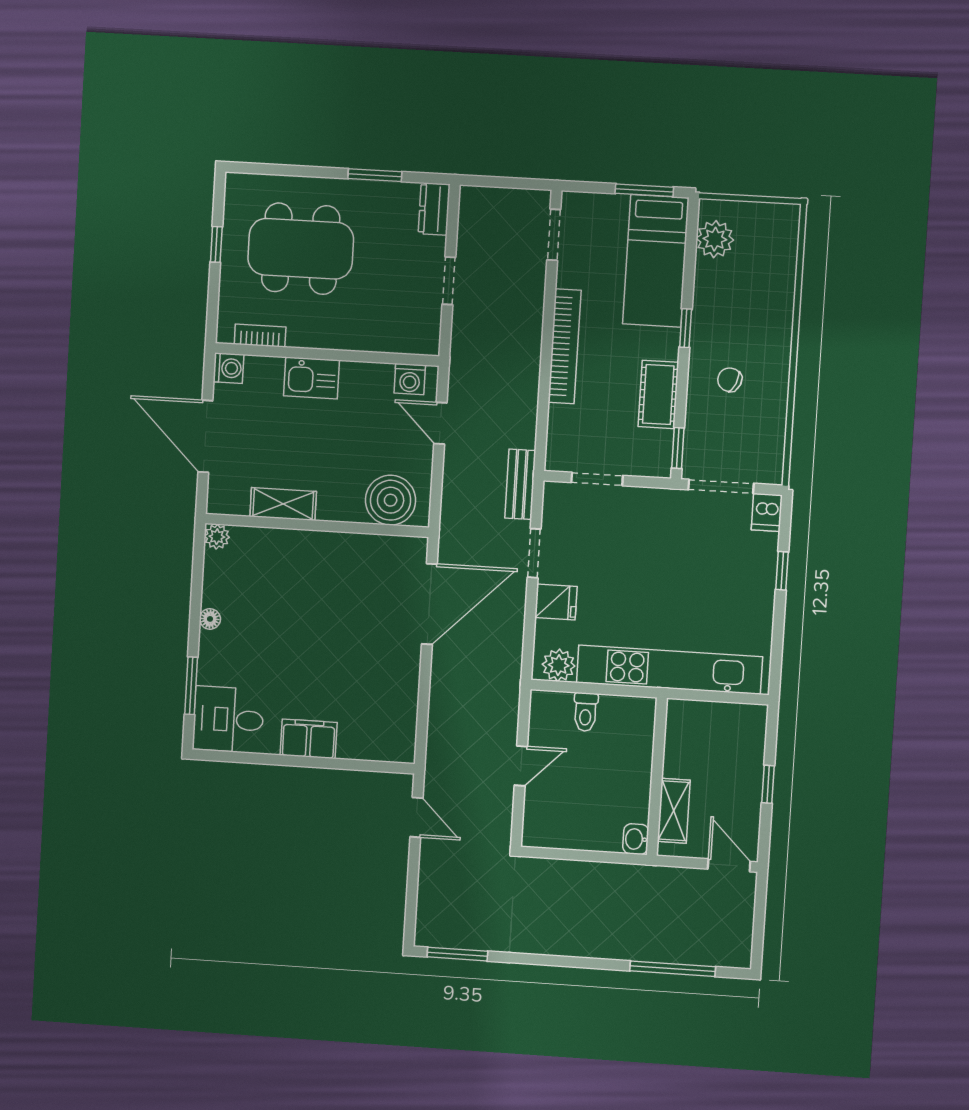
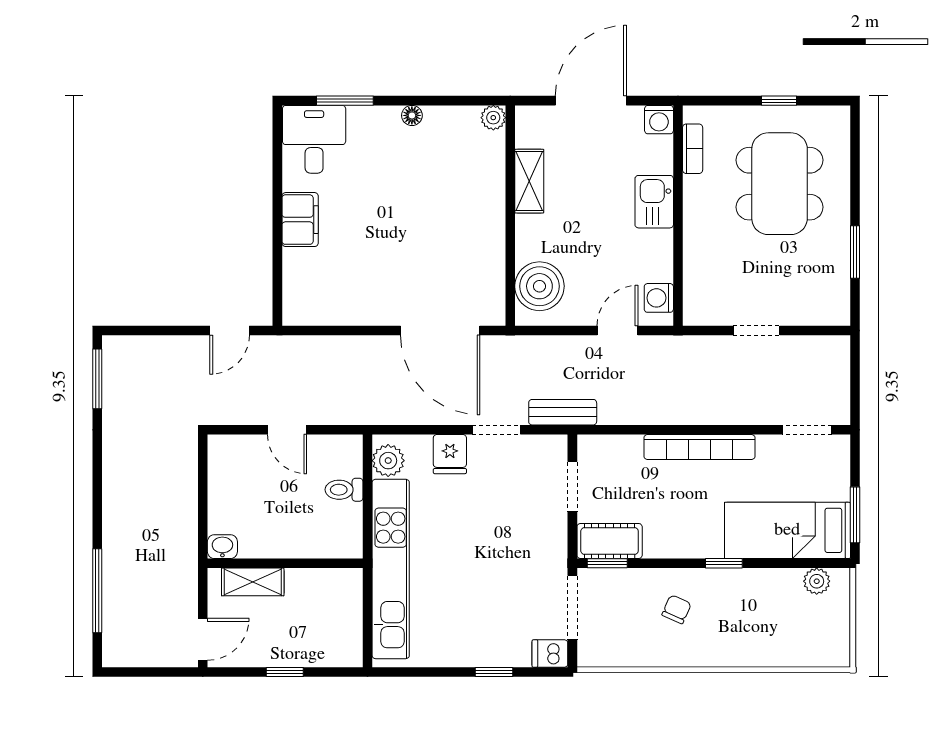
dresser: (434, 209) -> (825, 312), removed
plant: (715, 239) -> (817, 581), width x0.73, depth x0.73
cot: (658, 394) -> (610, 541), moved

